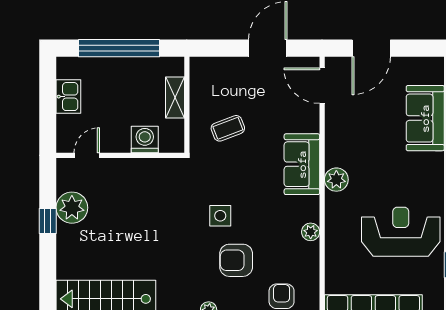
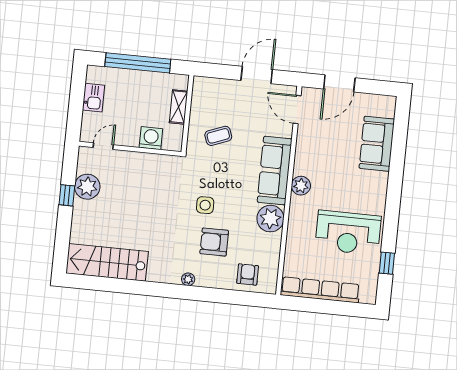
sofa: (302, 164) -> (275, 171), width x1.36
plant: (311, 232) -> (270, 219), width x1.87, depth x1.87
reception desk: (401, 232) -> (348, 233), turned 180

